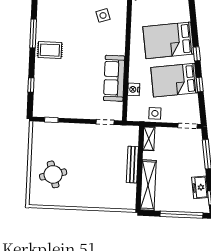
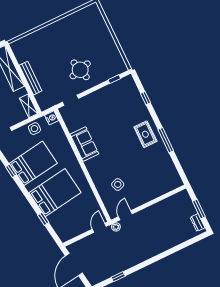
rug: (50, 50) -> (145, 134), turned 90
window: (197, 54) -> (43, 219), moved
sofa: (114, 78) -> (84, 144), width x0.73
nightstand: (134, 89) -> (52, 118), moved
round table: (53, 174) -> (80, 70), moved

